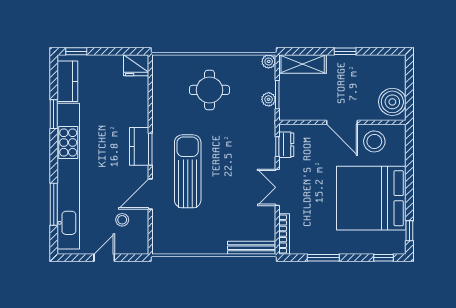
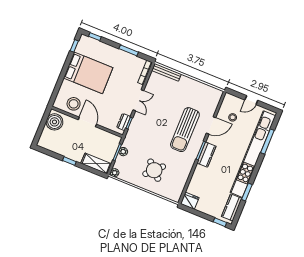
round table: (209, 90) -> (154, 170), turned 45
bed: (371, 198) -> (88, 73), width x0.73

